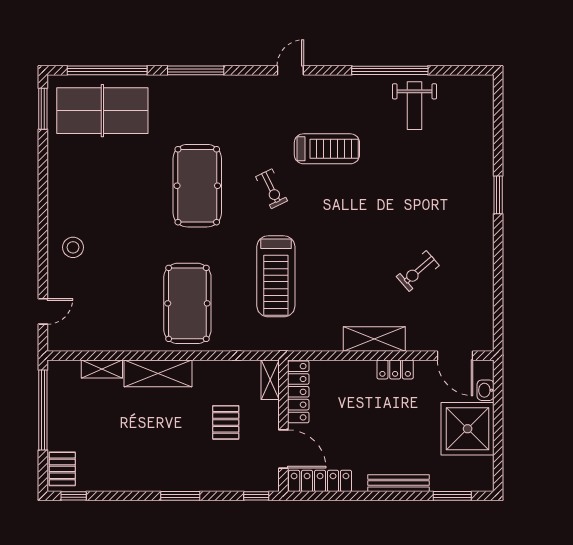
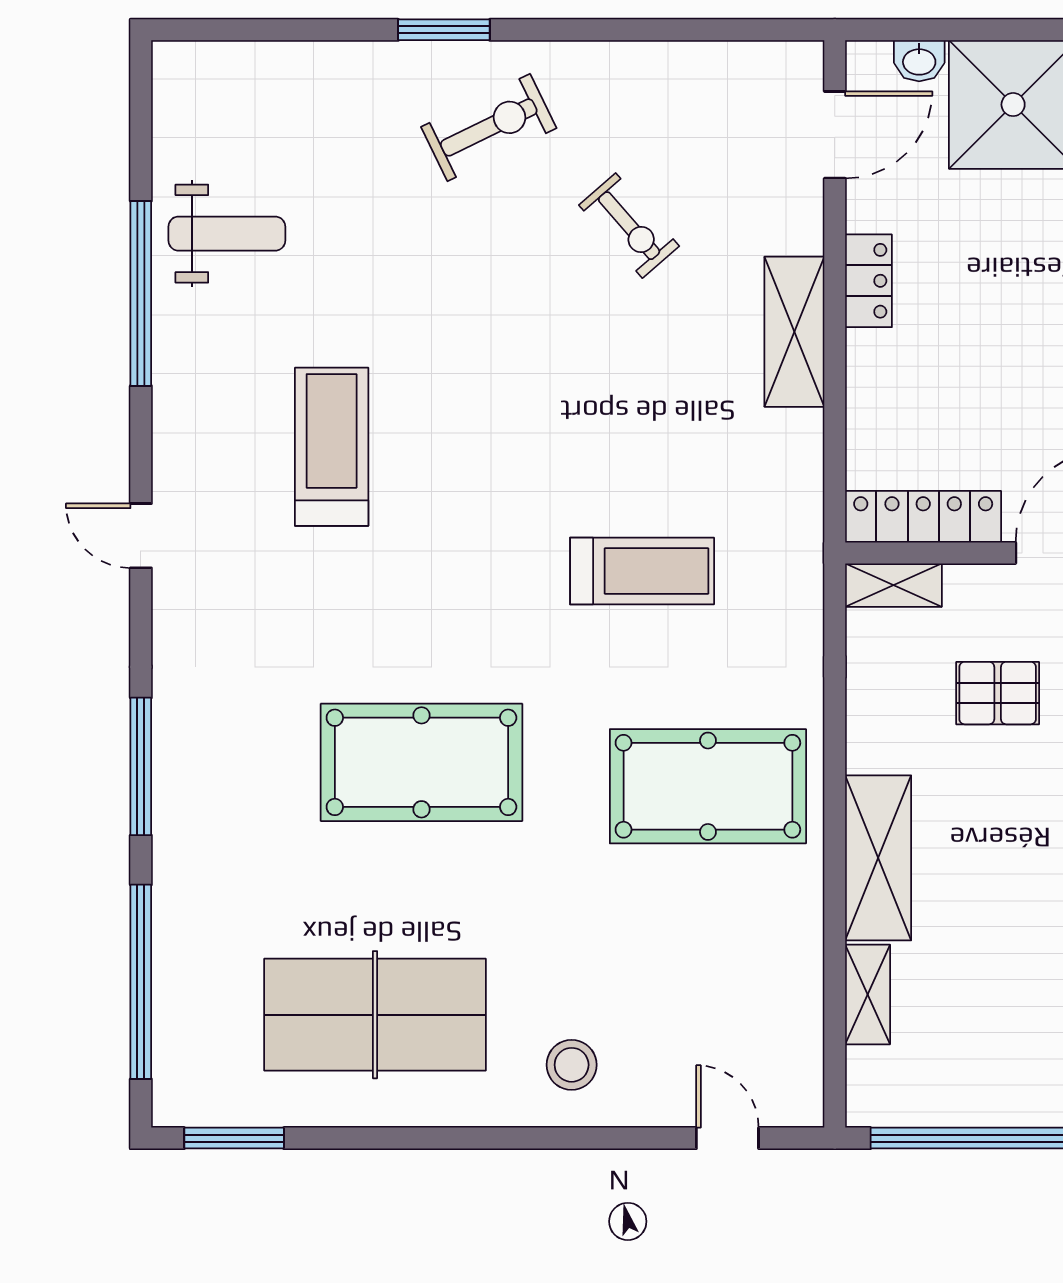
table tennis table: (102, 111) -> (375, 1015), moved, turned 90
exercise bike: (272, 189) -> (489, 127), moved, width x1.38, depth x1.39
treadmill: (276, 276) -> (642, 571), width x0.73, depth x0.73

